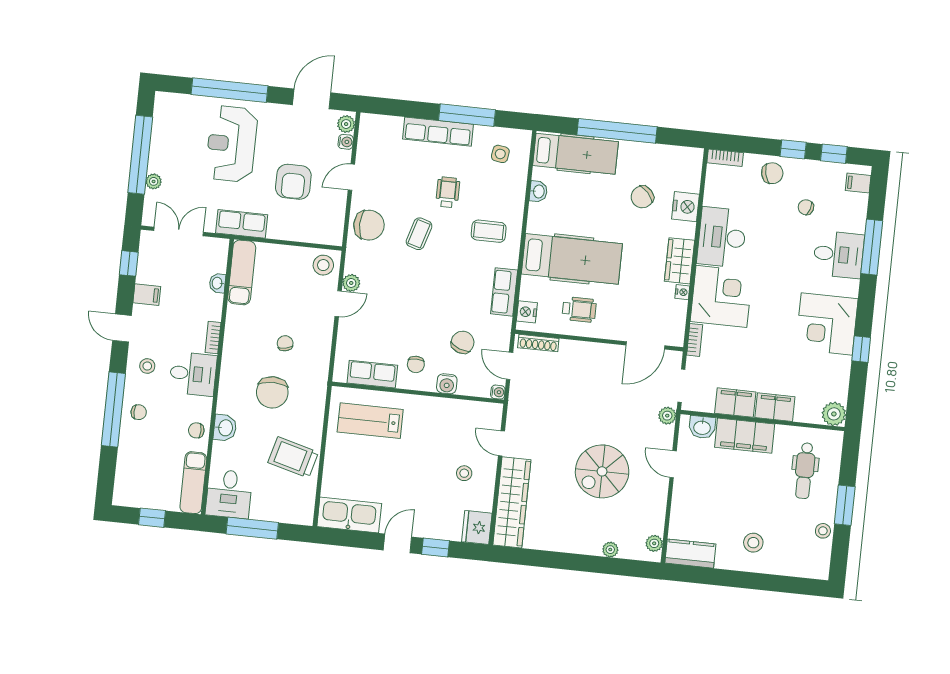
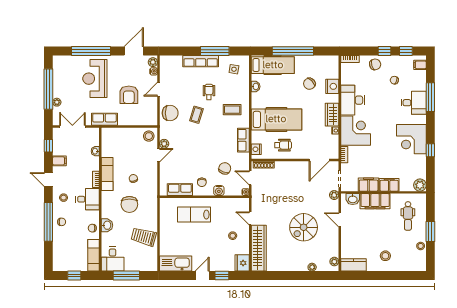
exam couch: (242, 272) -> (107, 174), moved
lab bench: (370, 421) -> (194, 215), moved

